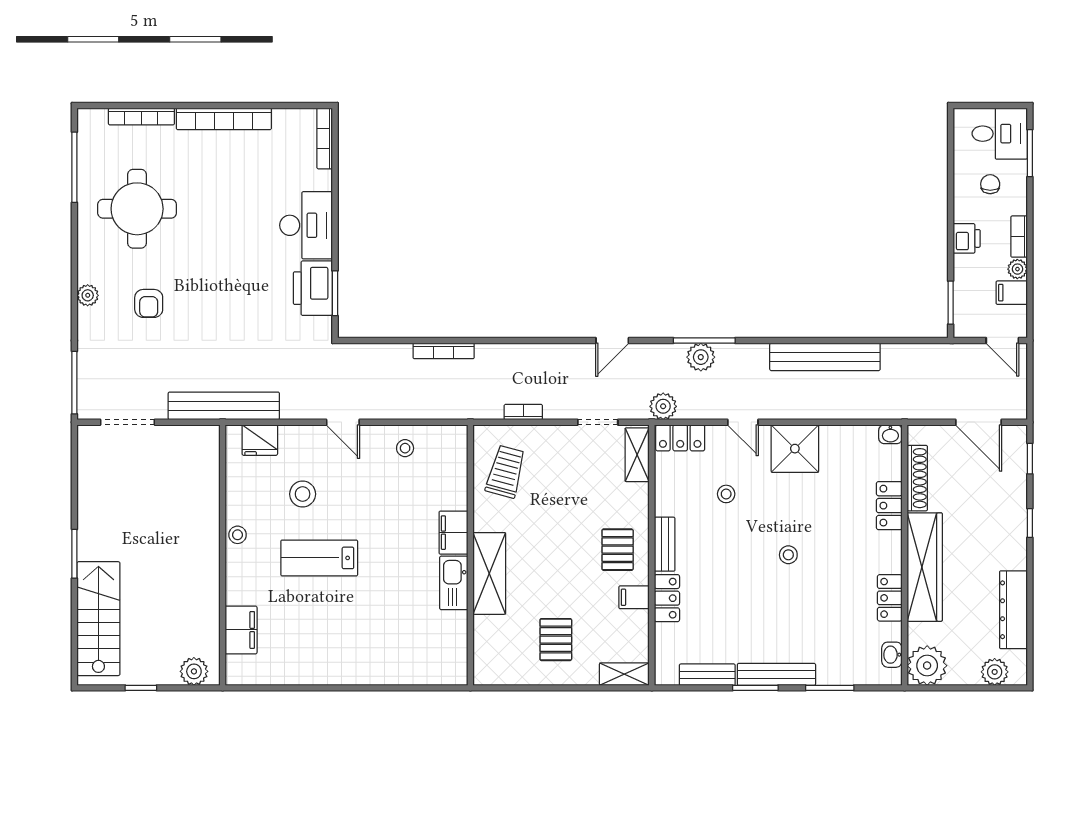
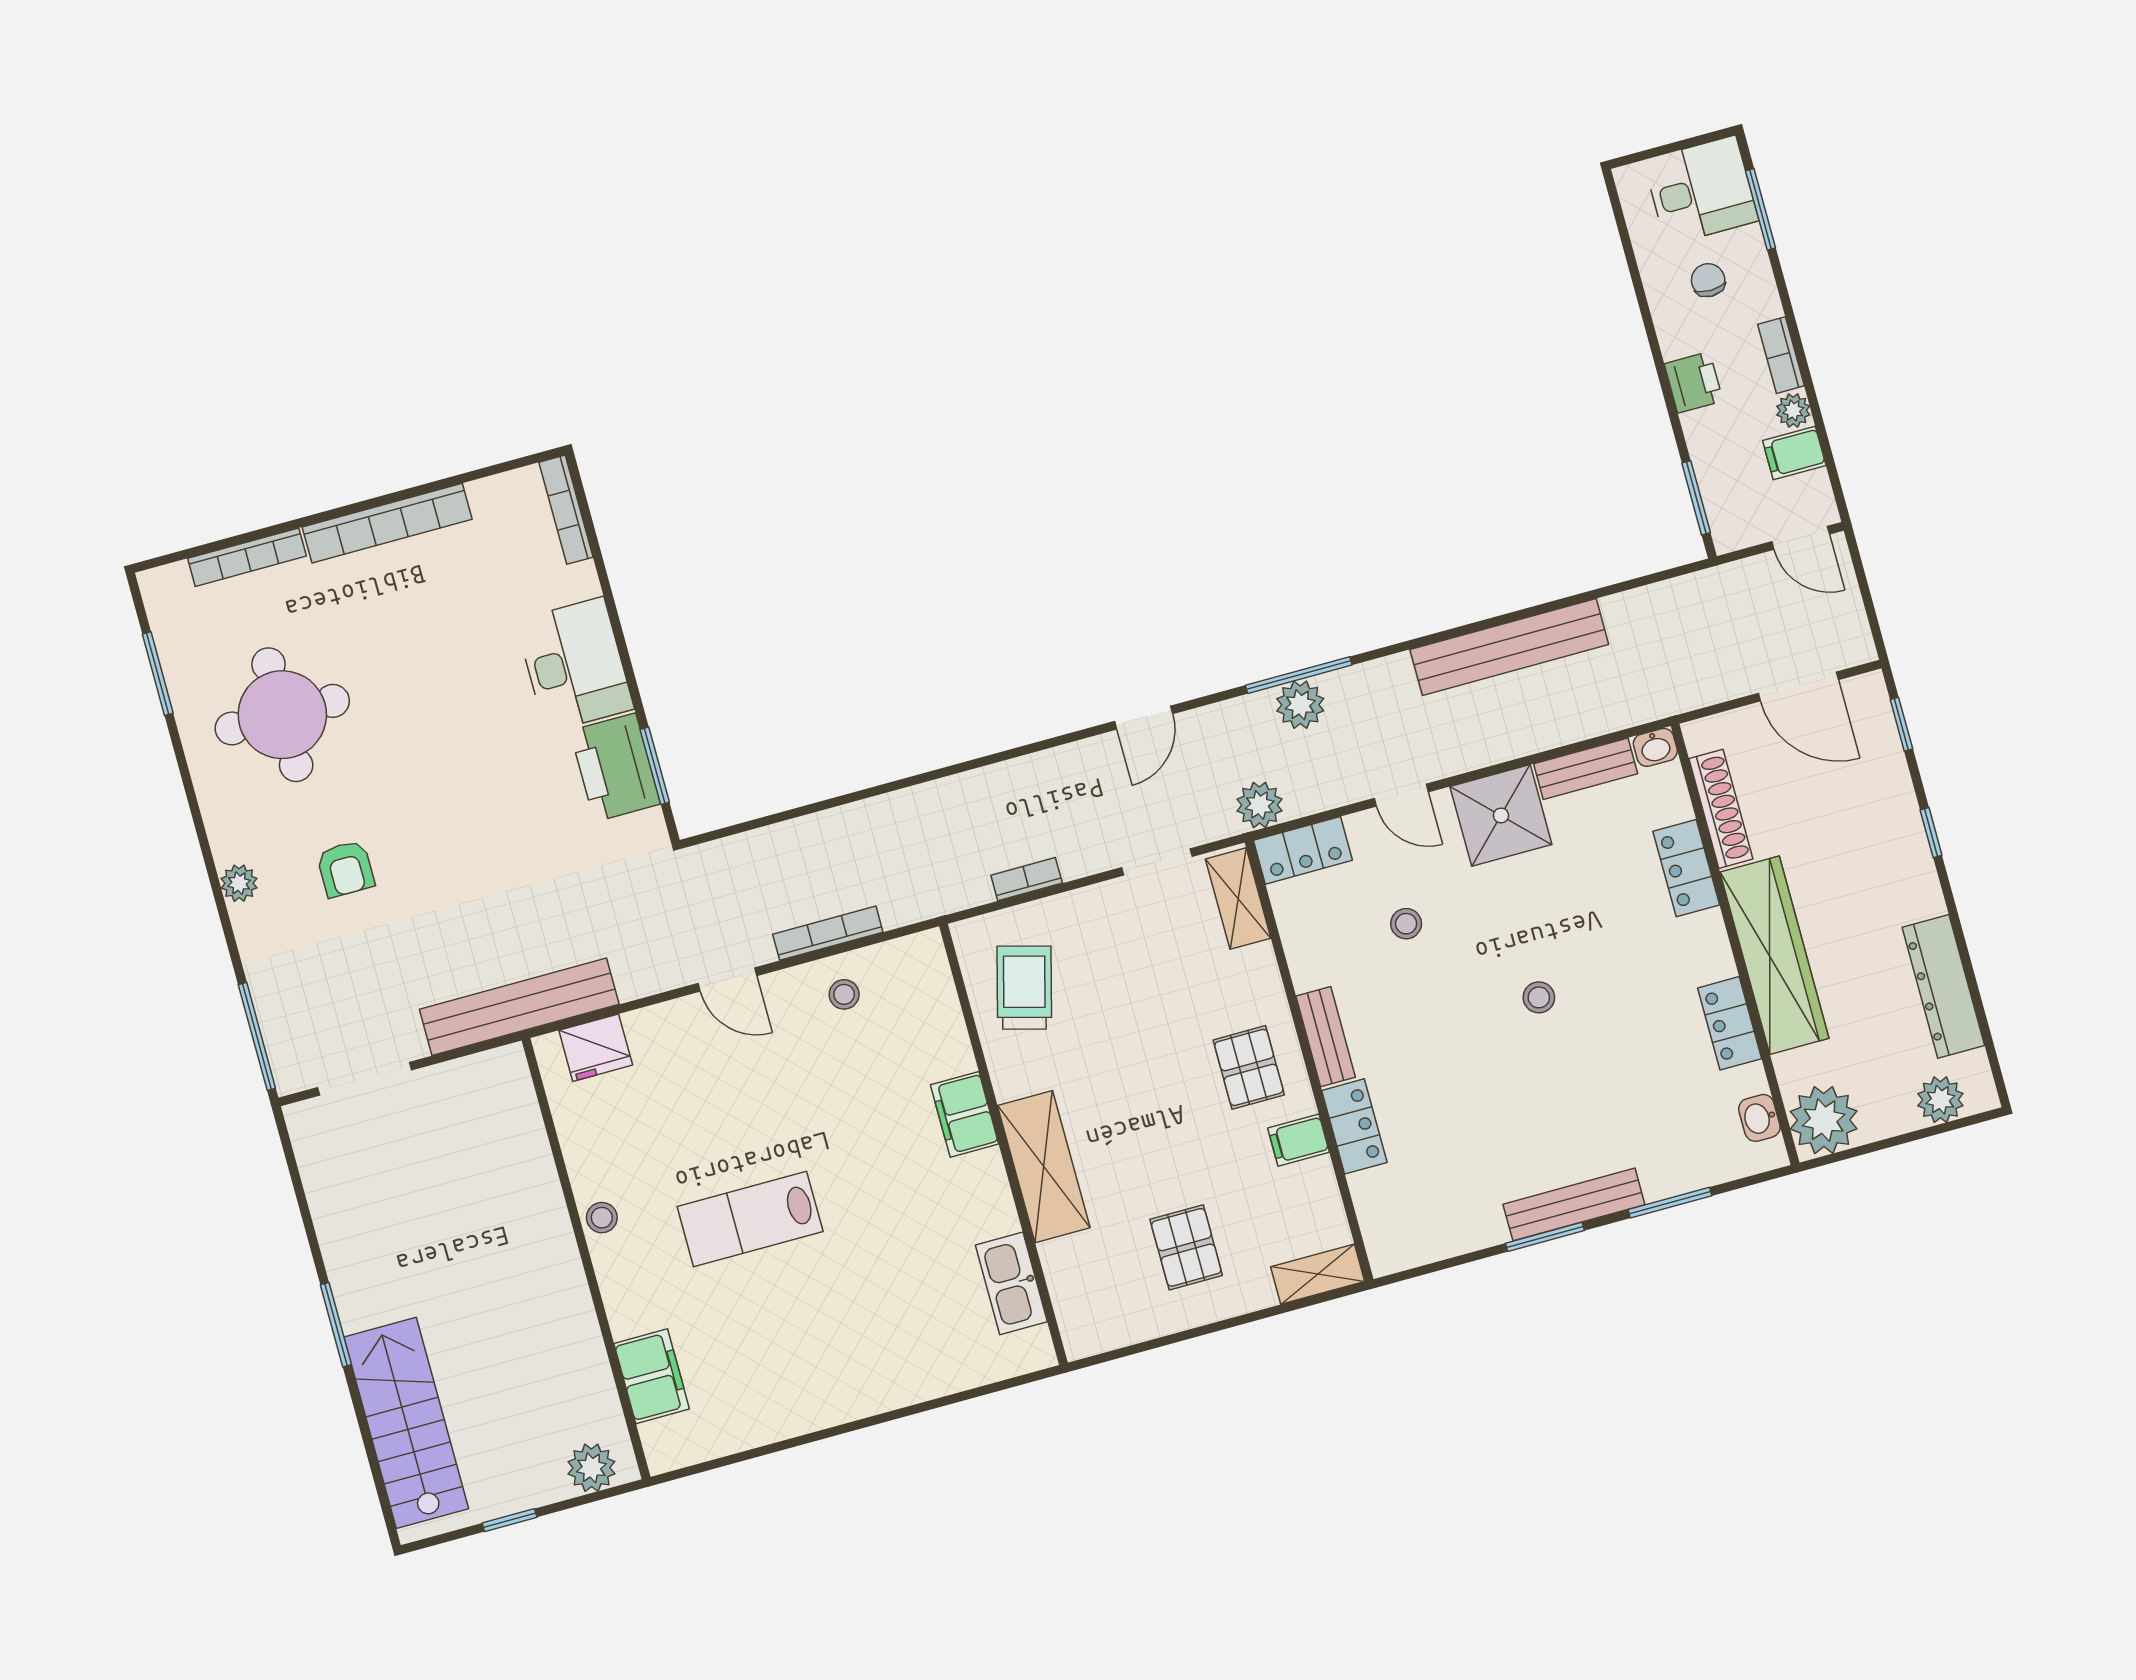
window: (74, 167) -> (158, 674), width x0.69
bookcase: (444, 351) -> (828, 933), moved, turned 180
stool: (303, 494) -> (693, 1119), removed
kitchen sink: (454, 583) -> (1011, 1283), moved
bench: (707, 675) -> (1586, 769), moved

